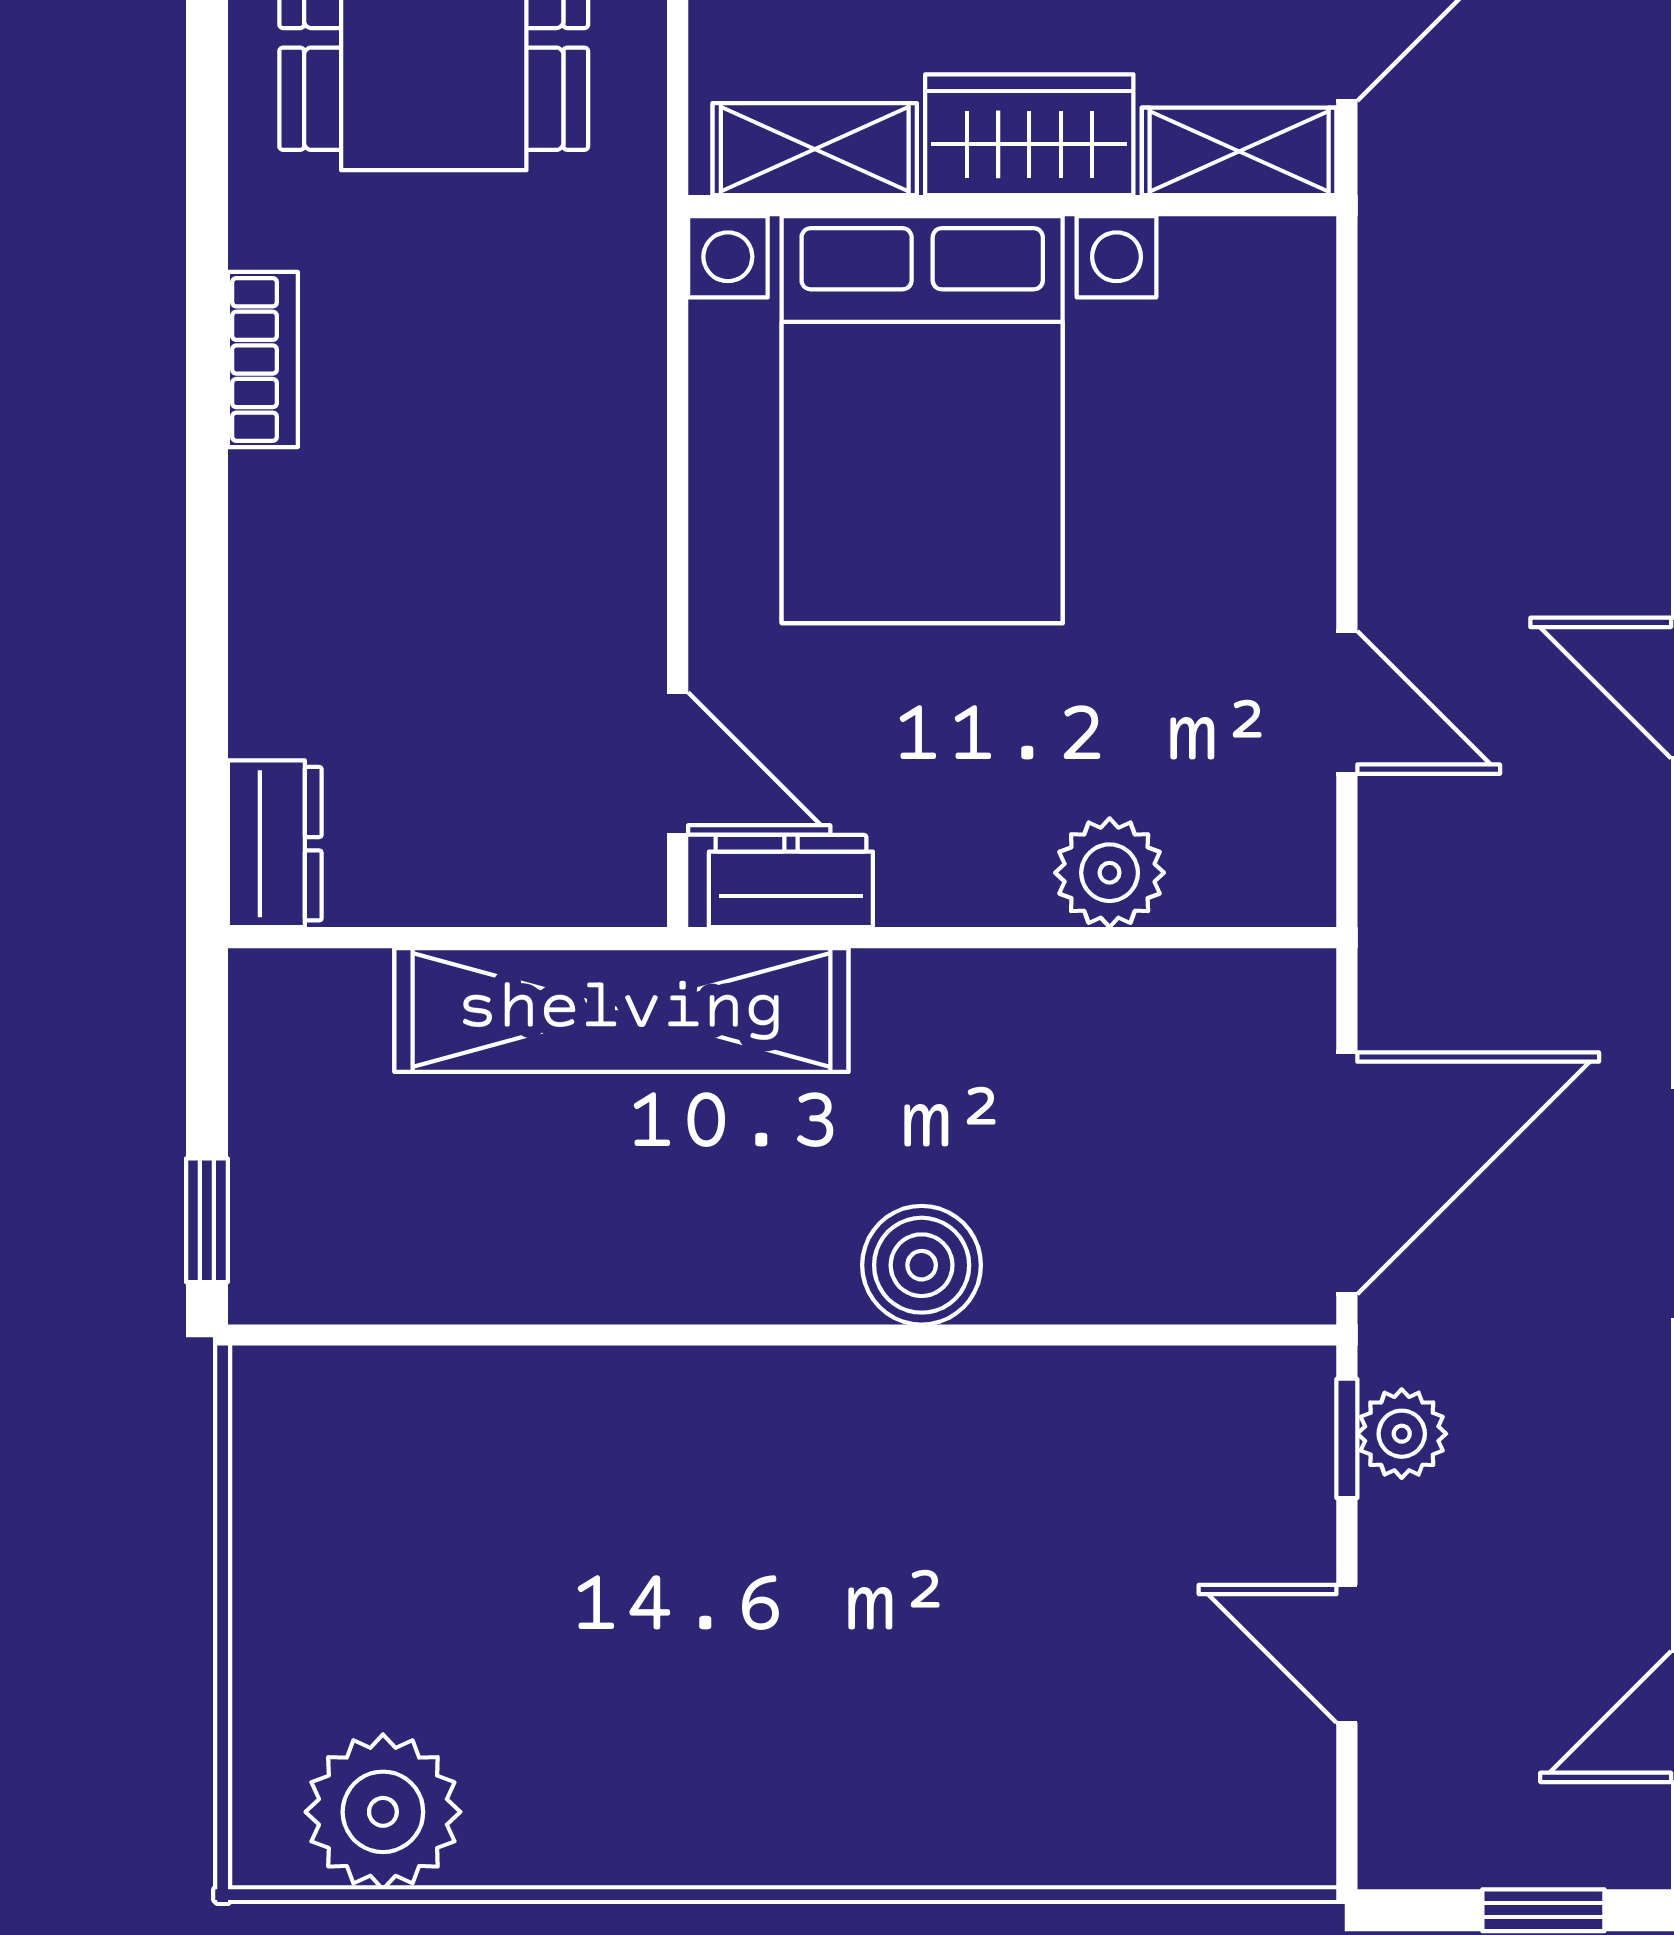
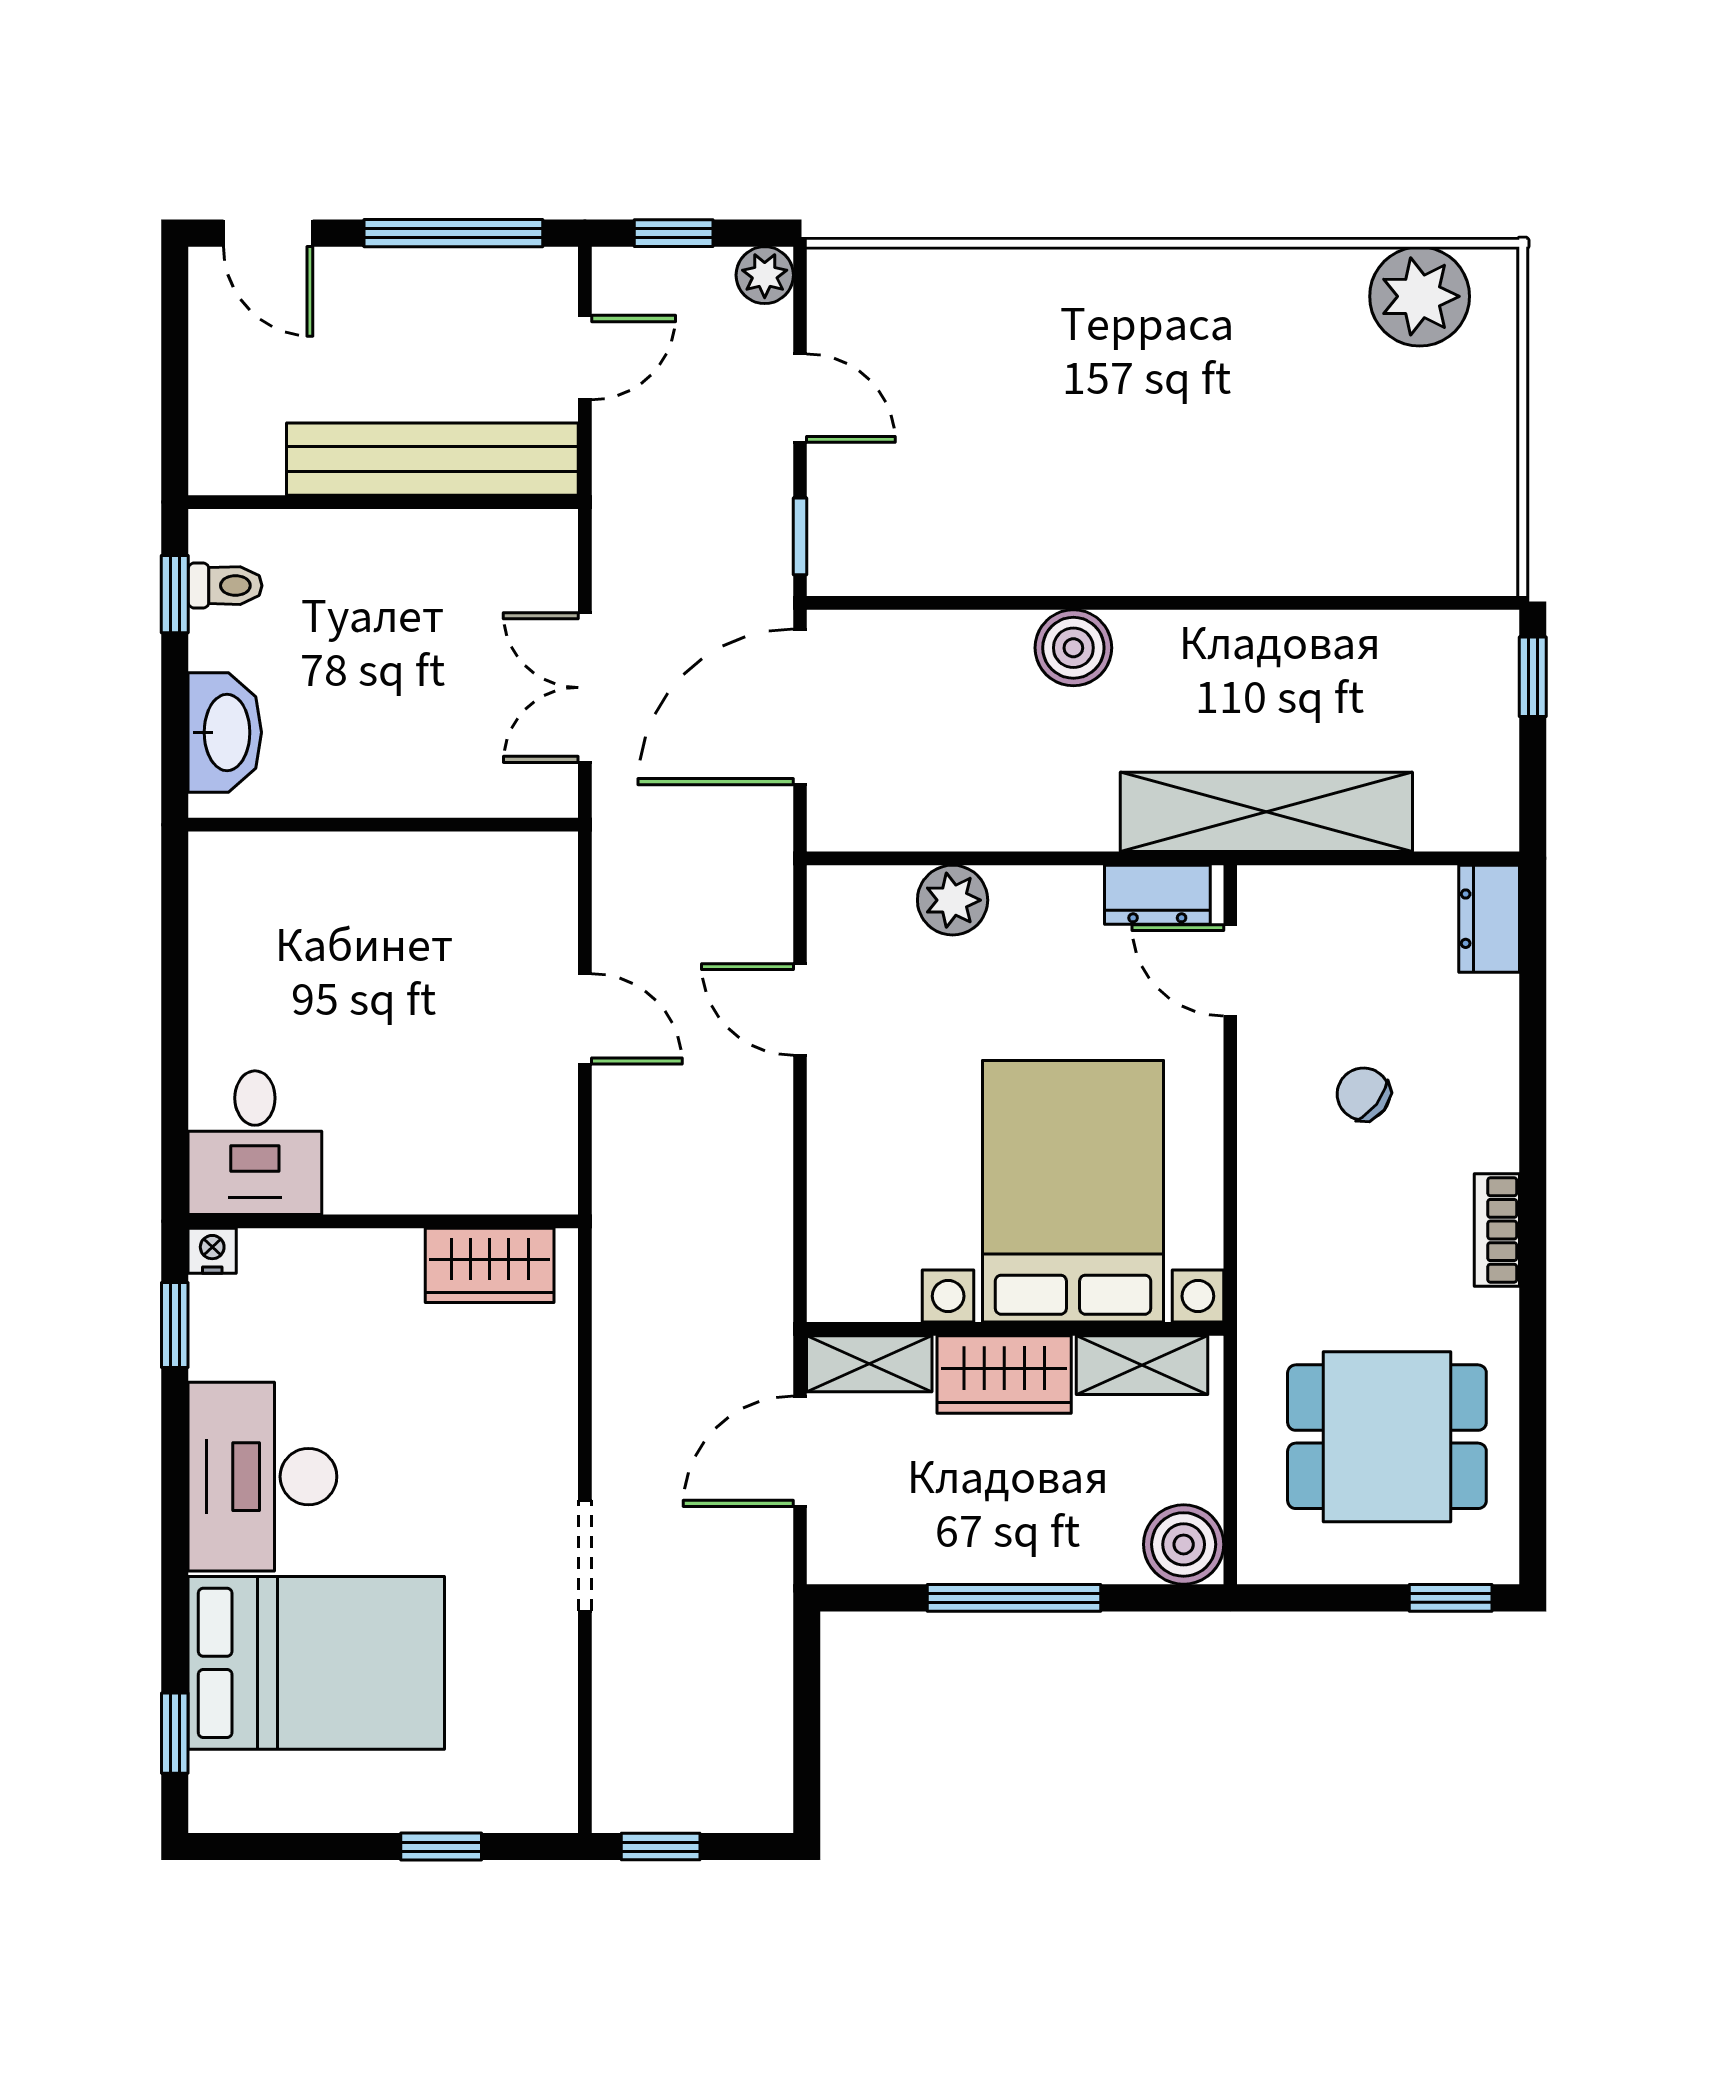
chair: (470, 571) -> (1363, 1094), added
plant: (1402, 1434) -> (765, 275), moved

